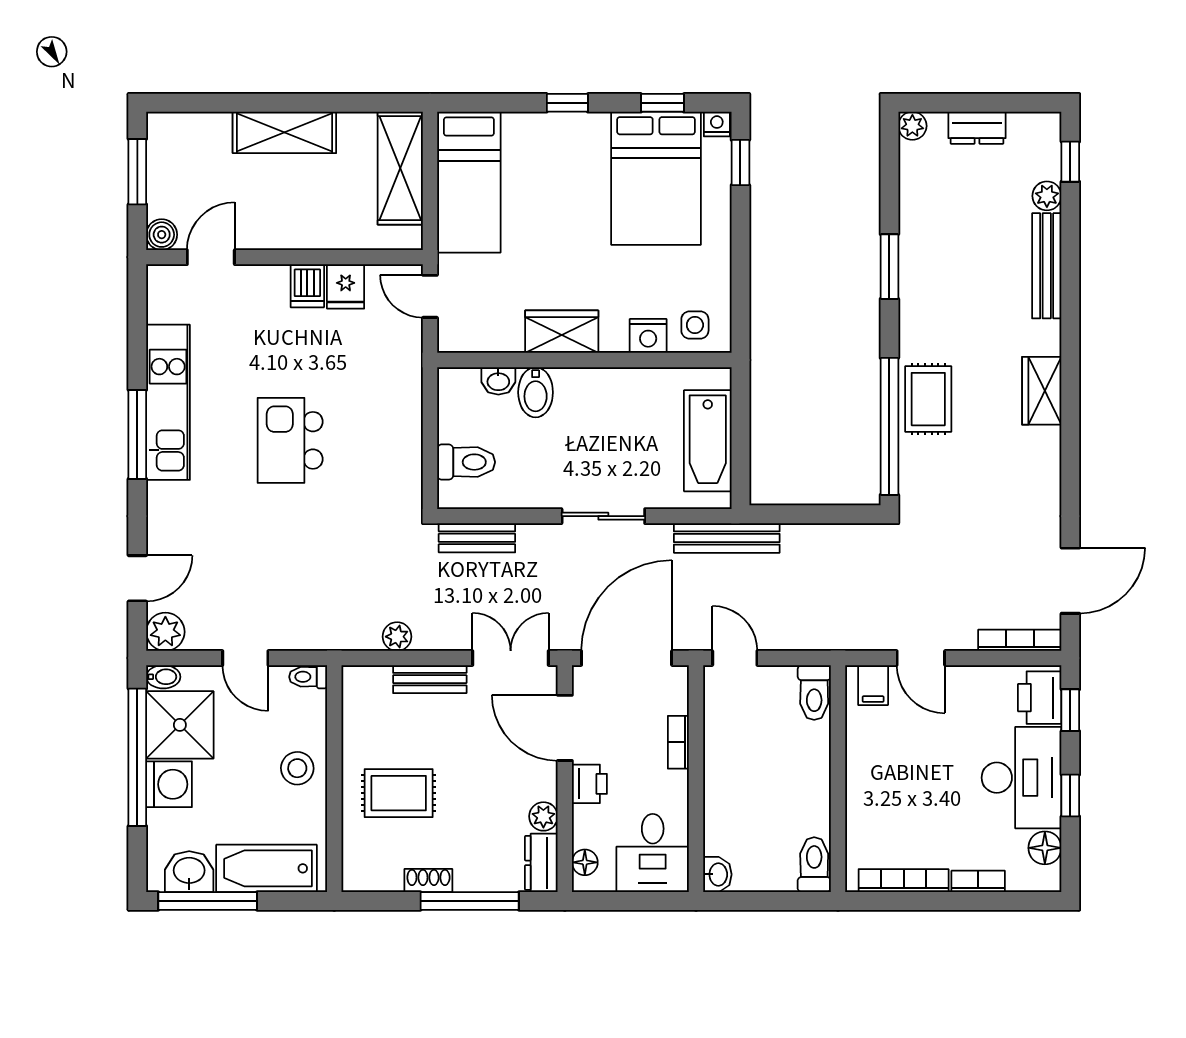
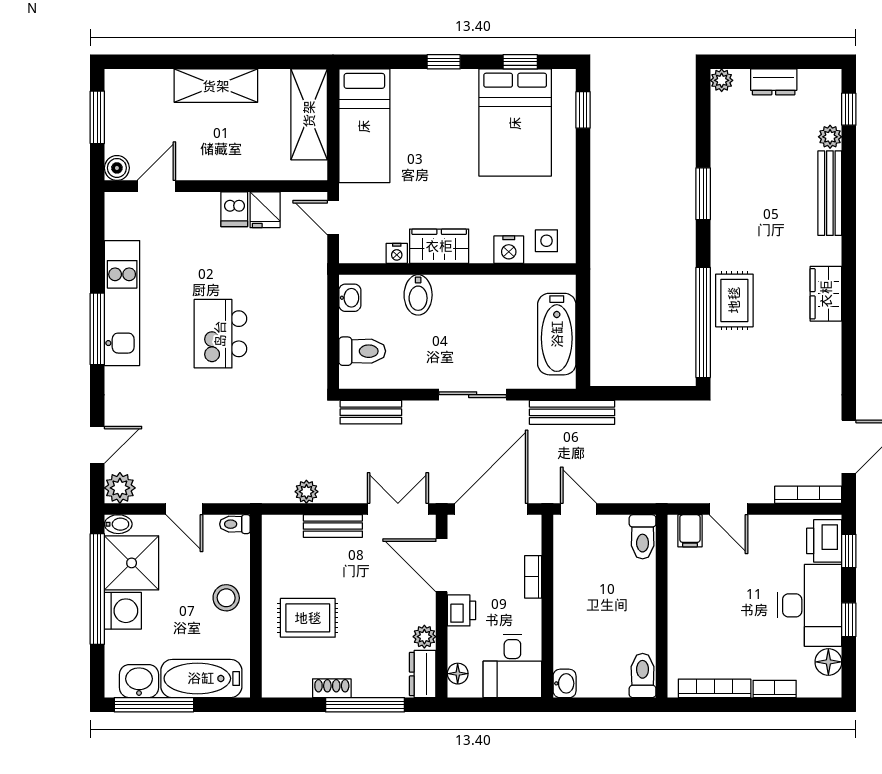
nightstand: (717, 124) -> (397, 253), moved, turned 180
washbasin: (498, 381) -> (350, 298), moved, turned -90

